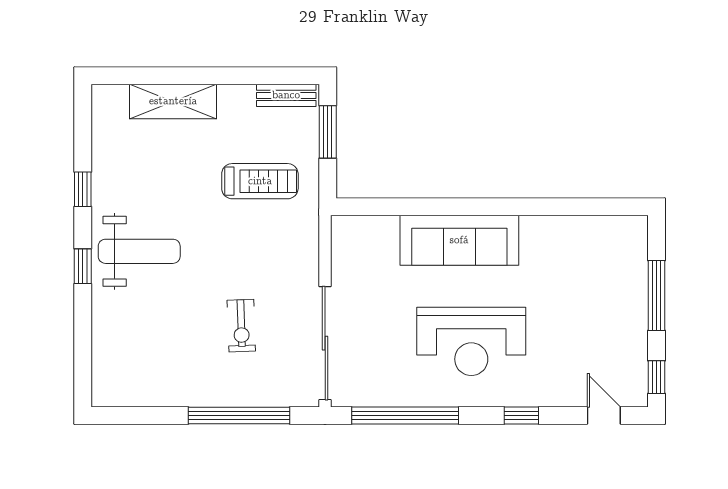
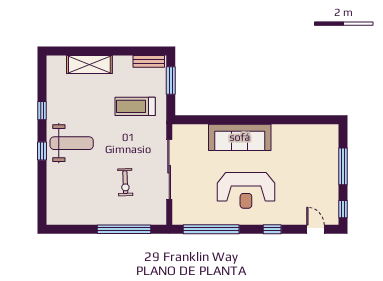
treadmill: (260, 181) -> (135, 106), turned 180
sliding door: (325, 343) -> (169, 169), moved

